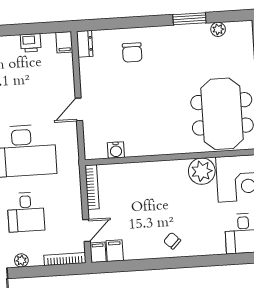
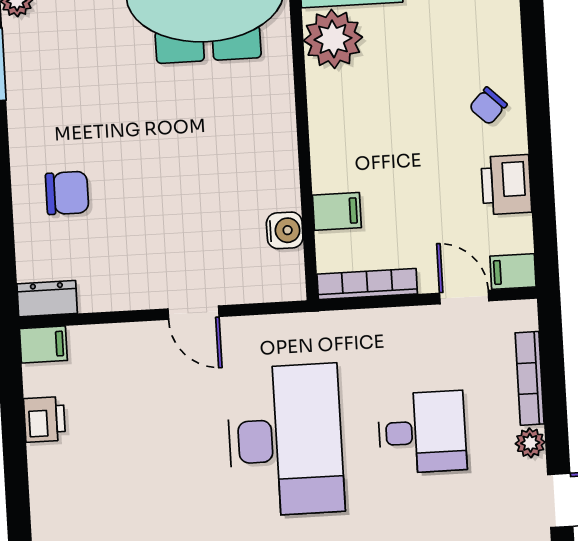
printer: (137, 249) -> (506, 185), added
filing cabinet: (115, 251) -> (337, 211), moved, turned 180
bookcase: (65, 259) -> (530, 378), moved

